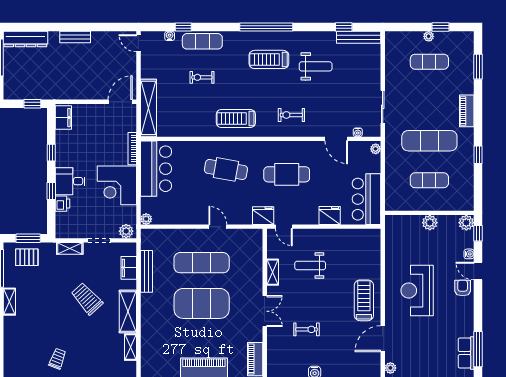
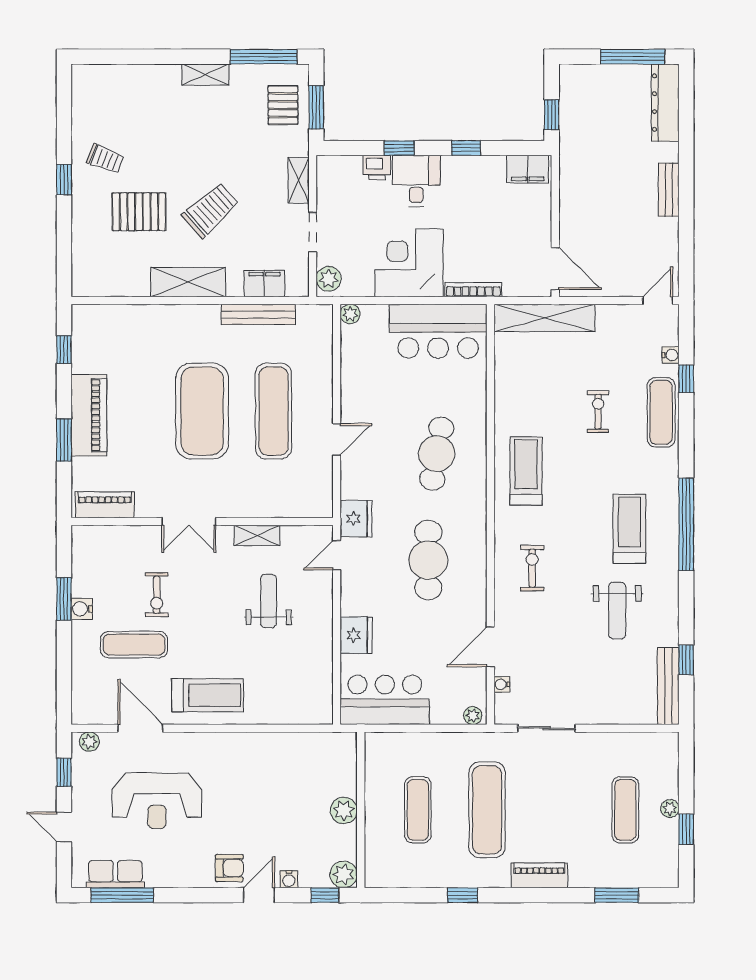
reception desk: (417, 291) -> (157, 801), moved, turned 180
pallet: (88, 340) -> (139, 212), added
exercise mat: (335, 342) -> (134, 645), added
shelving: (130, 347) -> (126, 287), removed

